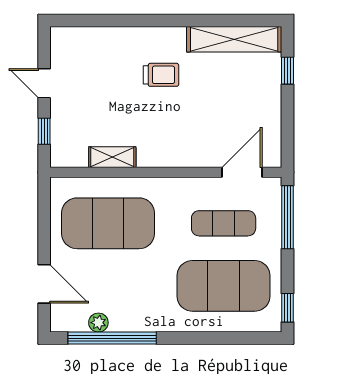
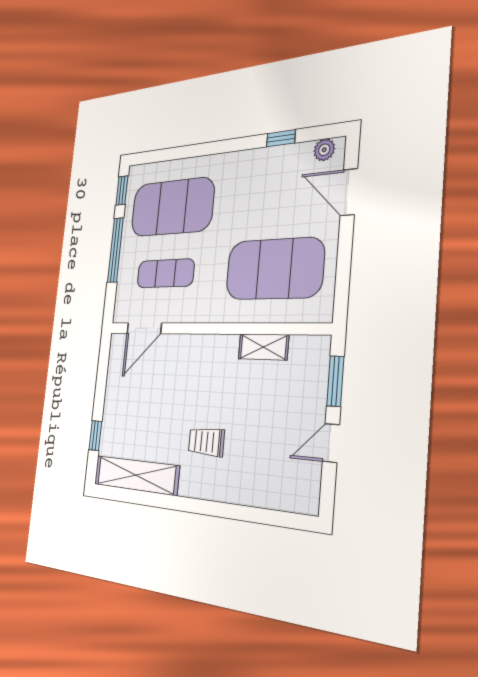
door: (44, 83) -> (331, 443), swing flipped
window: (44, 131) -> (335, 381), width x1.50
window: (287, 217) -> (115, 250), moved
plant: (98, 323) -> (324, 150), moved
window: (112, 338) -> (281, 138), width x0.32

